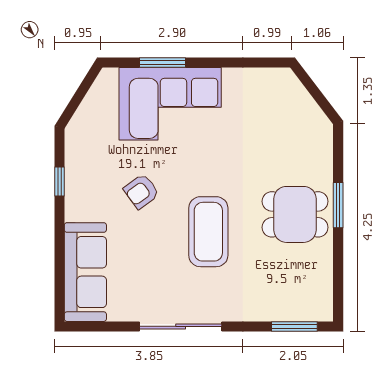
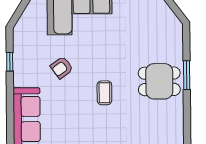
coffee table: (208, 232) -> (104, 93), width x0.54, depth x0.58

